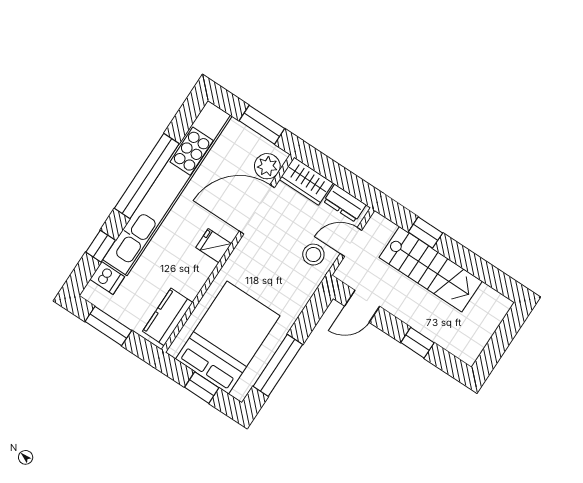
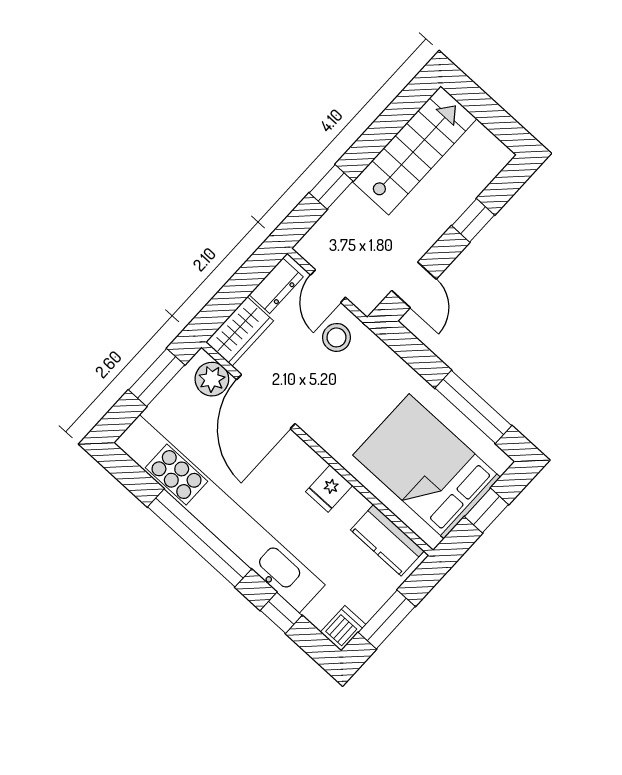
fridge: (214, 246) -> (329, 489), moved
stairs: (431, 269) -> (415, 150), moved
dishwasher: (107, 278) -> (343, 628), moved

